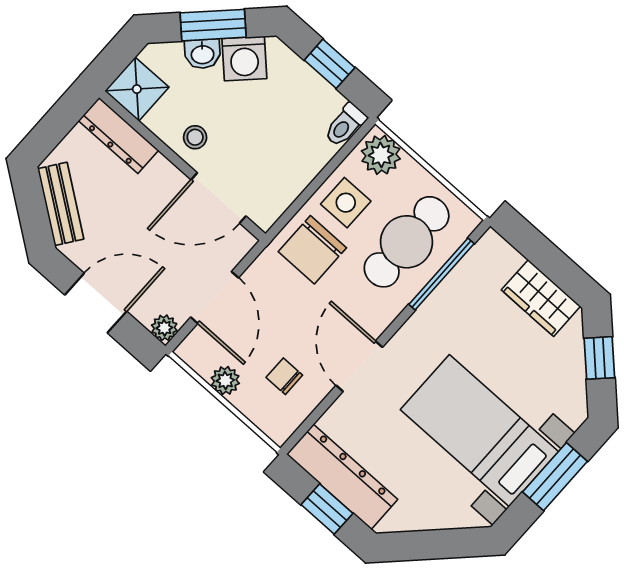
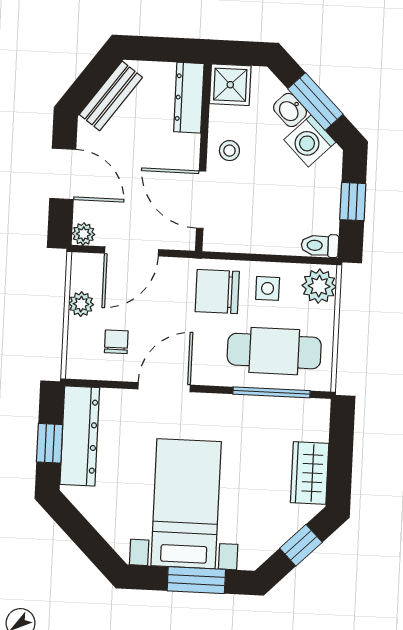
side table: (346, 203) -> (268, 288), width x0.73, depth x0.73

